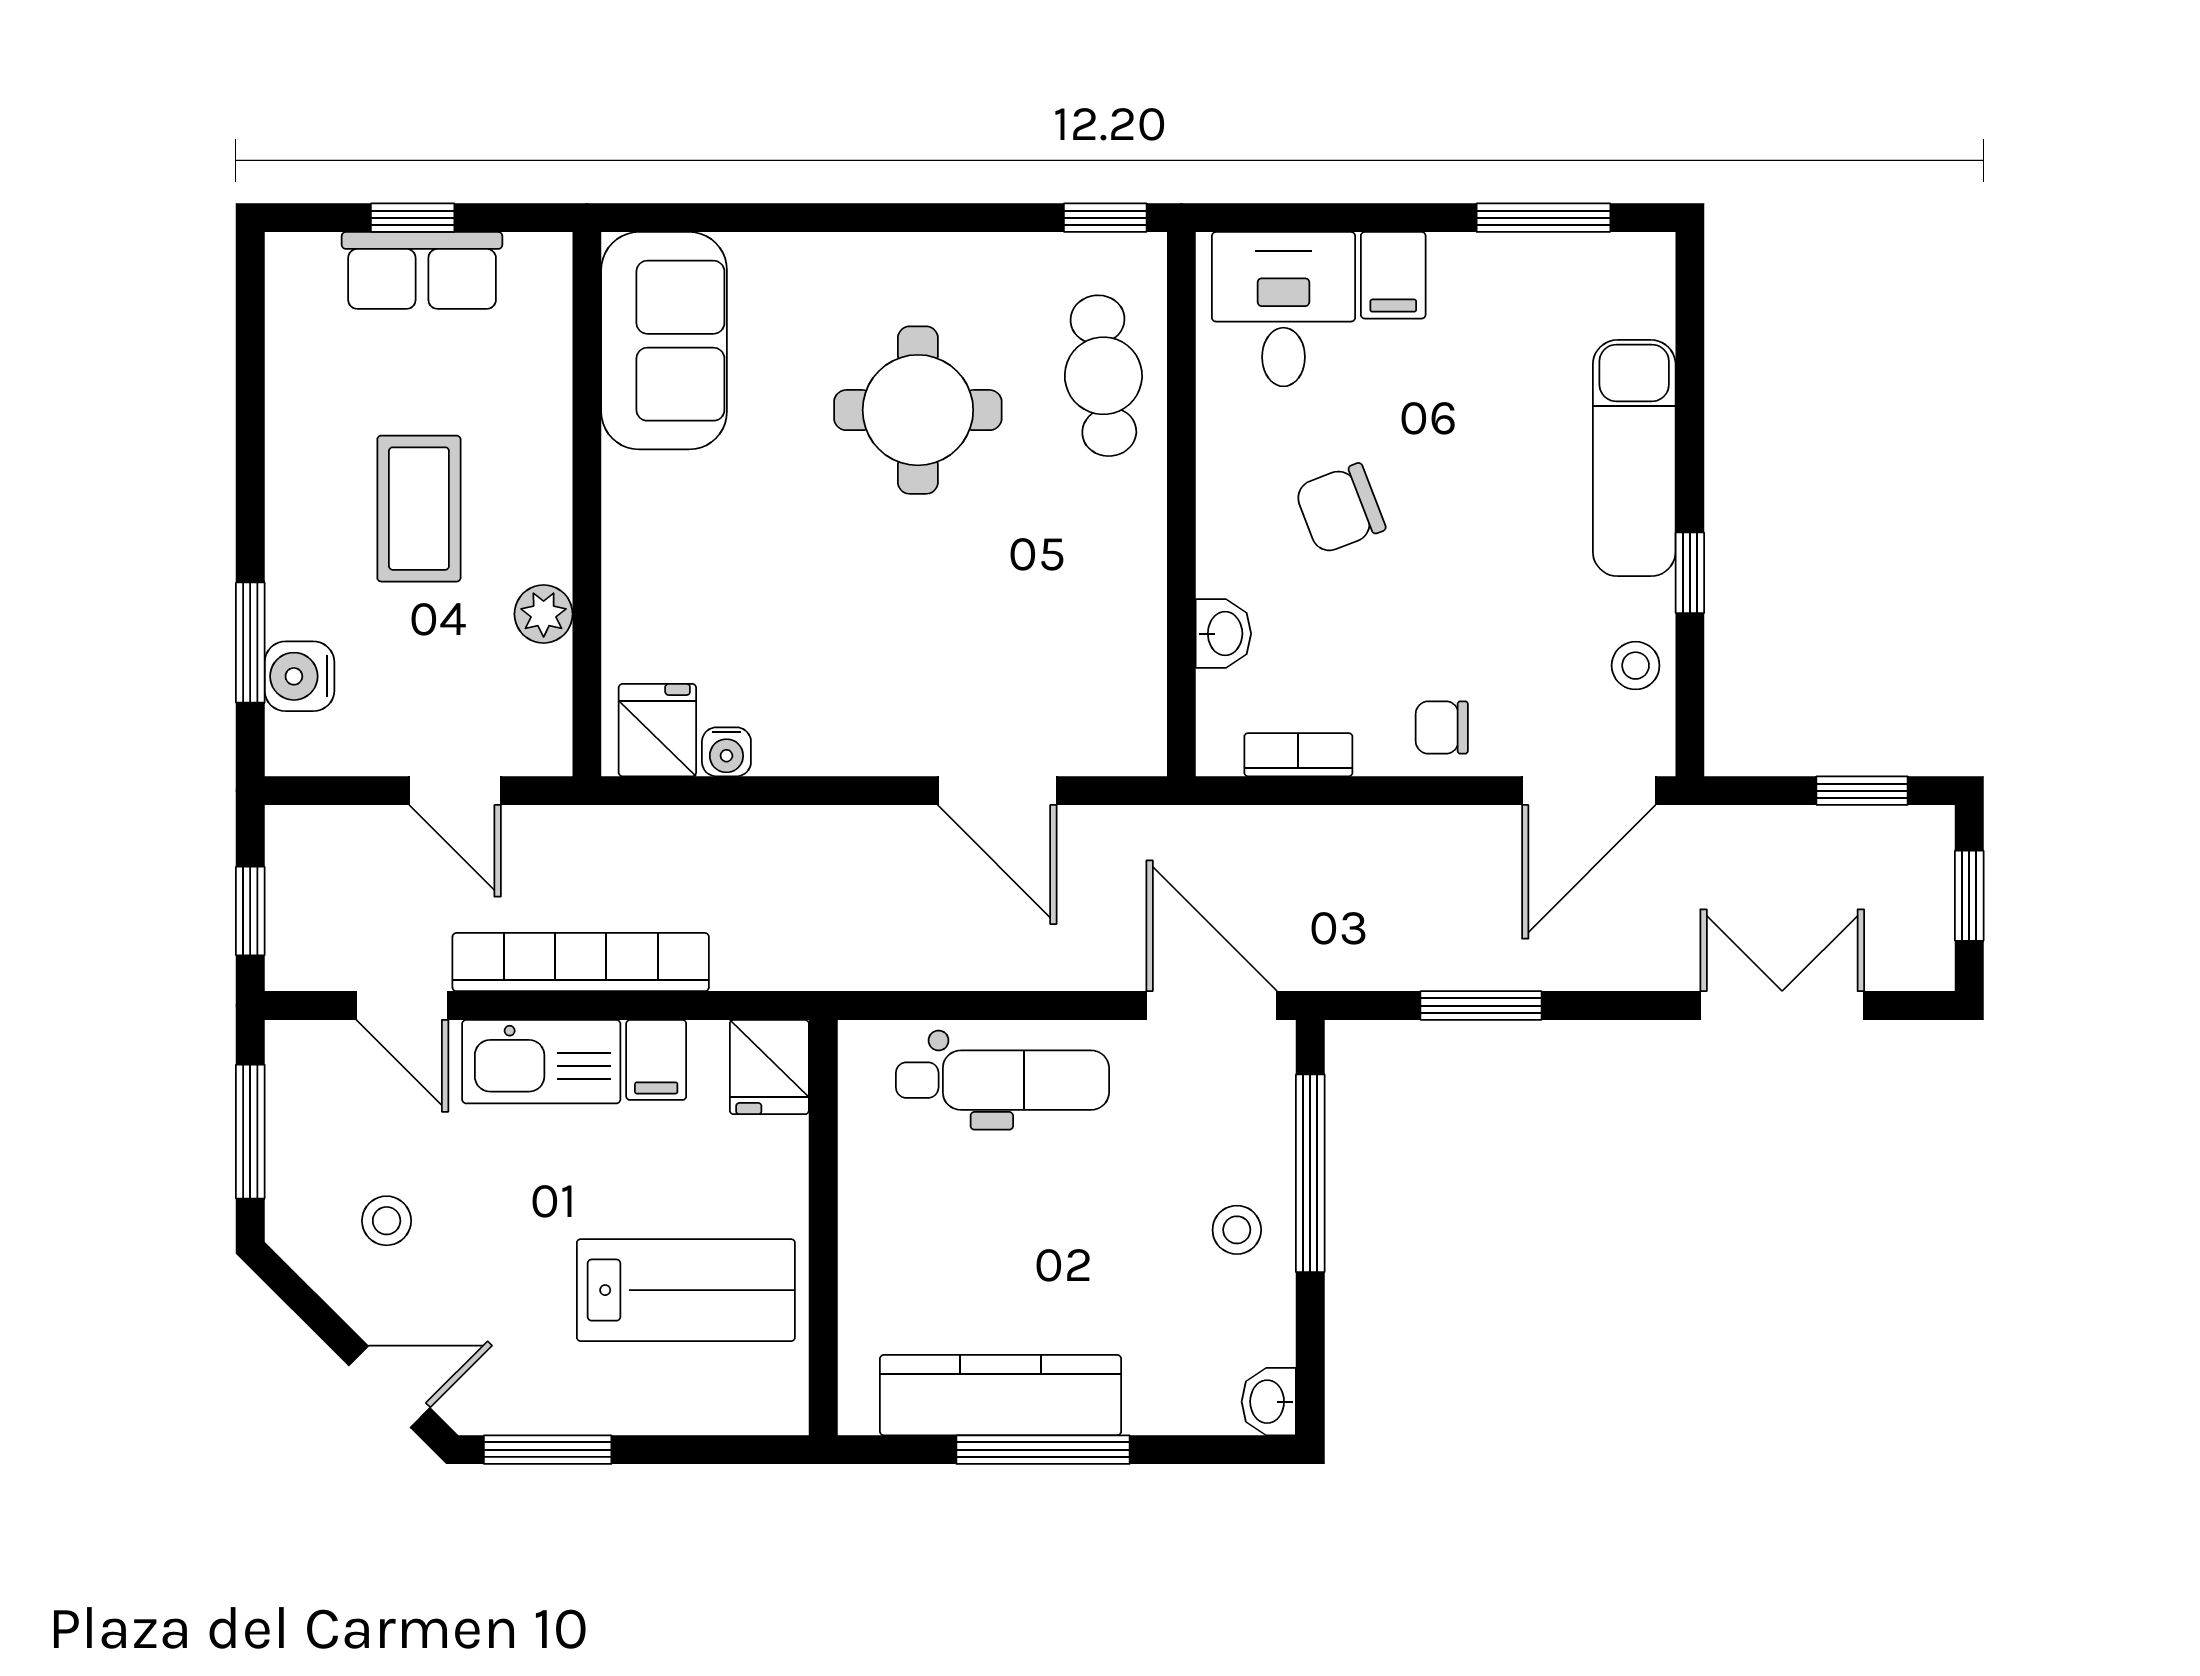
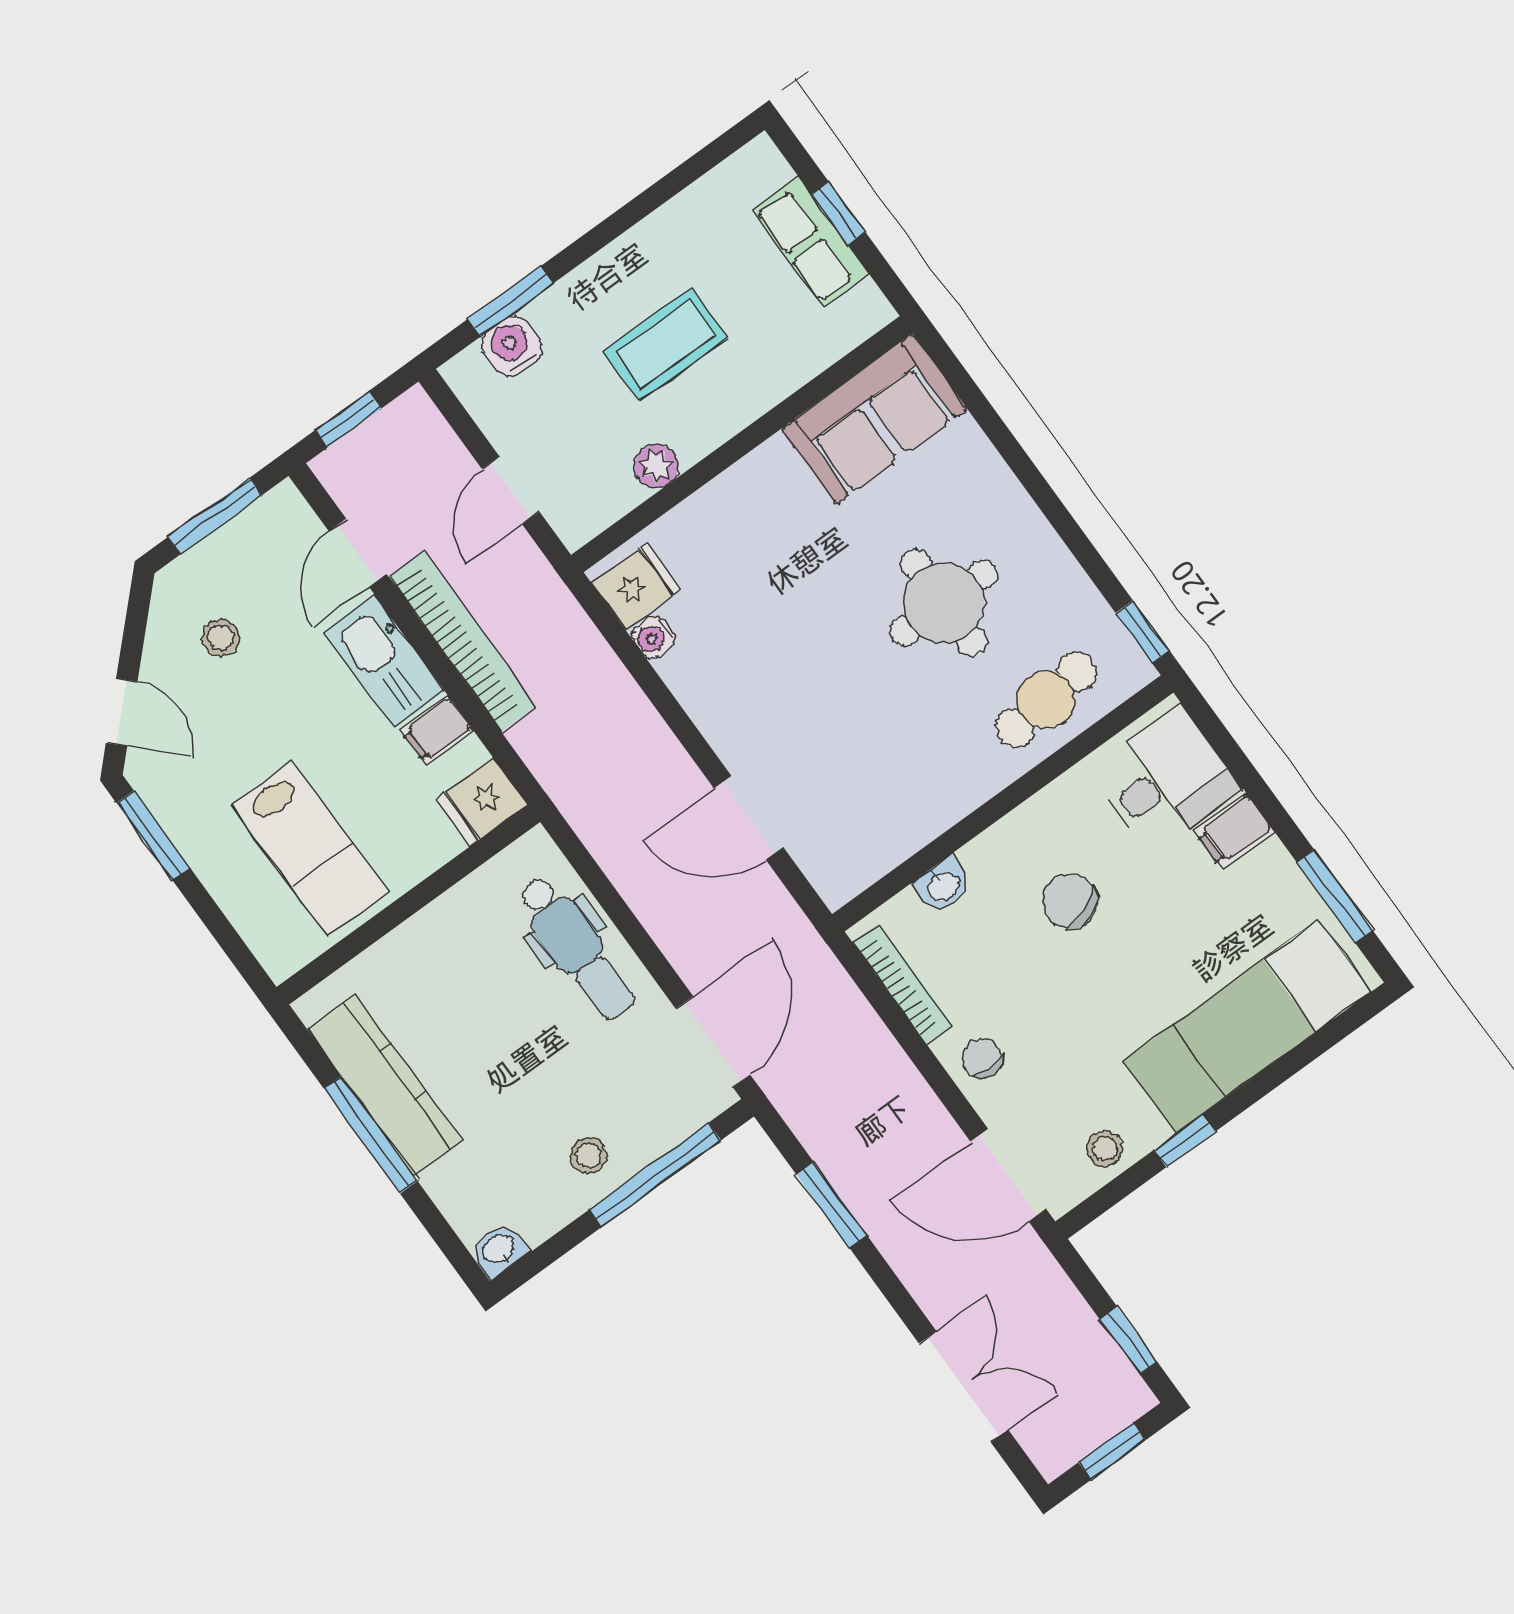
exam couch: (1634, 458) -> (1247, 1027), width x1.36, depth x1.45
bookcase: (1298, 755) -> (903, 984), width x1.56
door: (997, 791) -> (749, 818), hinge flipped

